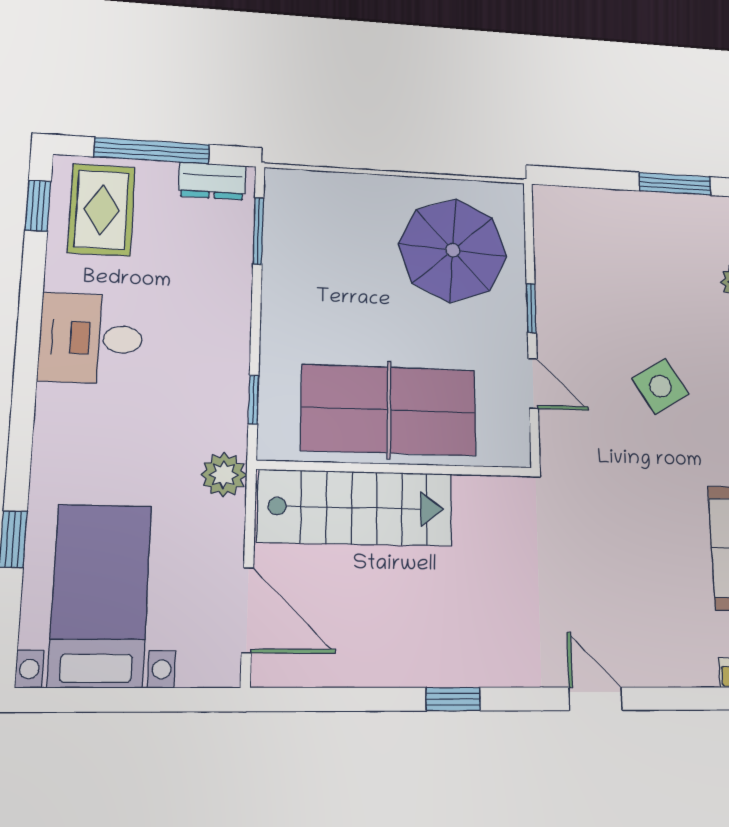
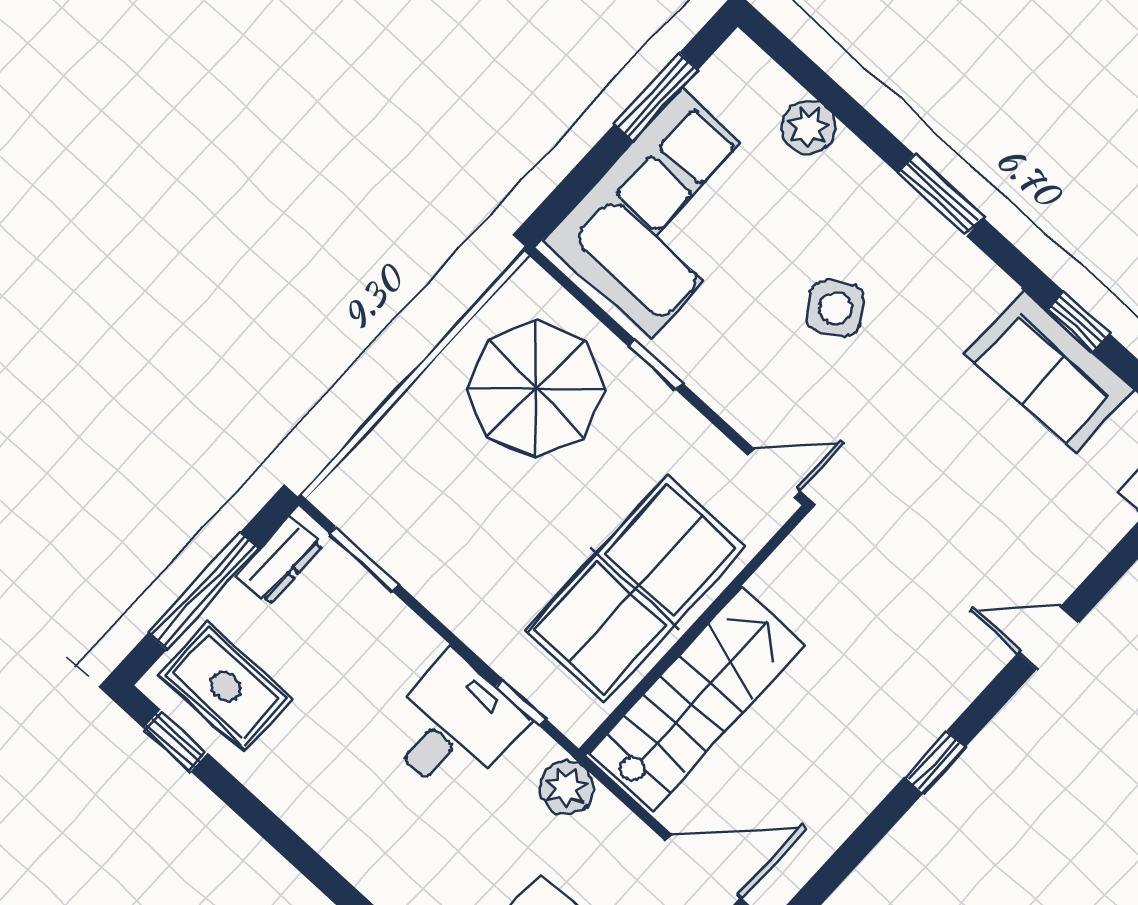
corner sofa: (620, 243) -> (666, 214), added
desk: (91, 338) -> (453, 726), moved, turned 180
door: (533, 383) -> (774, 473), moved

